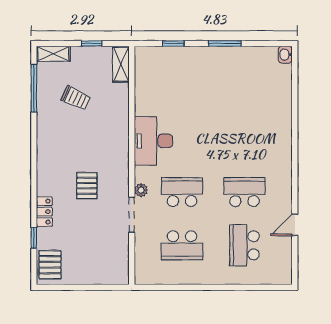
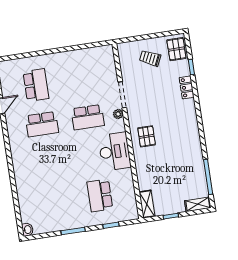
trolley: (76, 98) -> (150, 58), moved
pallet: (87, 186) -> (147, 136), moved
school desk: (182, 245) -> (100, 195), moved, turned -90

